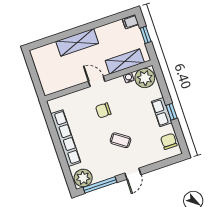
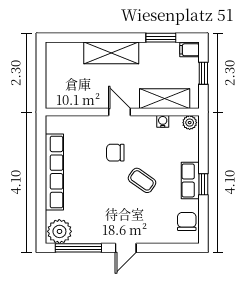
window: (108, 20) -> (161, 38), added
plant: (145, 78) -> (190, 123), width x0.53, depth x0.53
coffee table: (120, 140) -> (142, 180), moved

